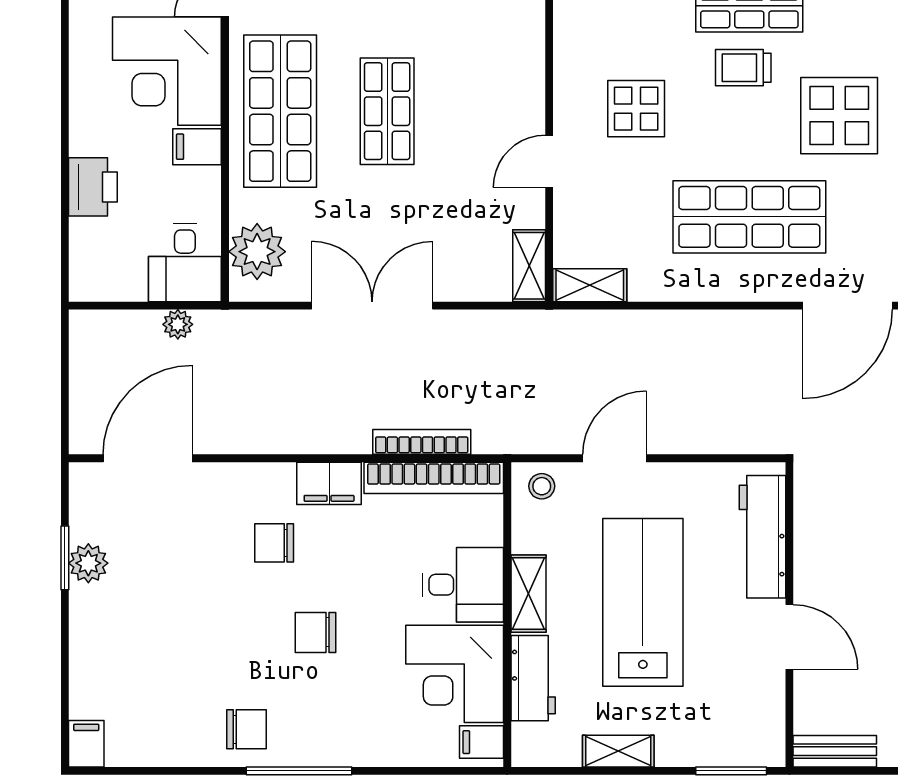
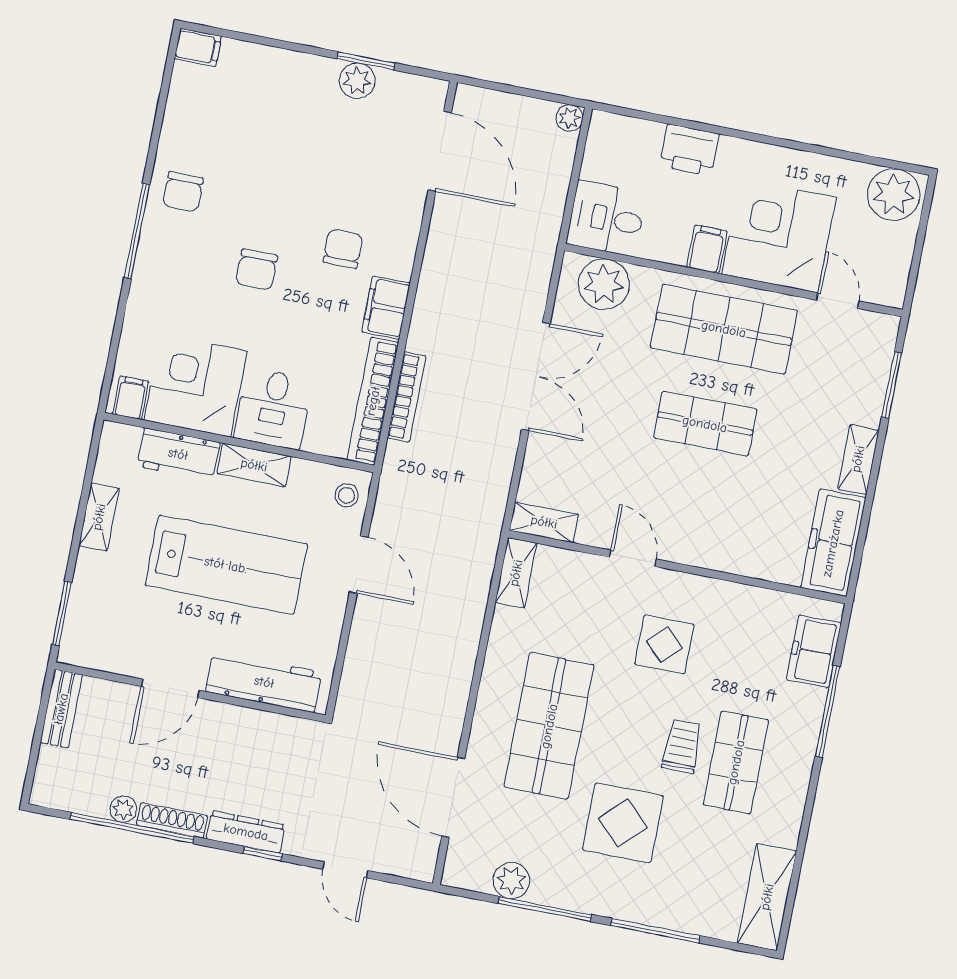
plant: (178, 324) -> (569, 118), moved
chair: (315, 632) -> (257, 270), turned 180

